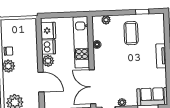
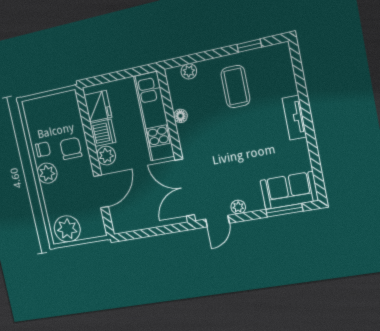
chair: (27, 53) -> (71, 148), added
door: (41, 82) -> (101, 191), hinge flipped

